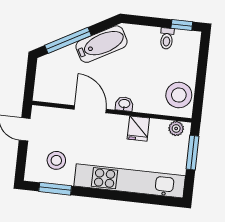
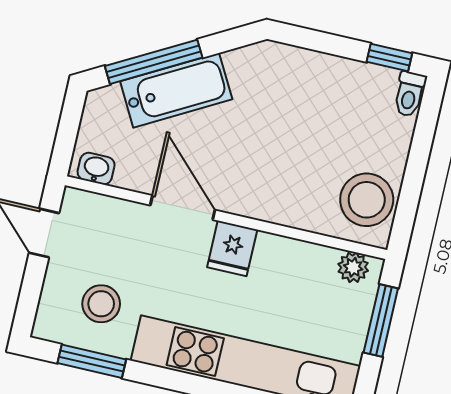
toilet: (167, 38) -> (409, 94), moved
bathtub: (102, 44) -> (176, 90), moved
washbasin: (124, 104) -> (96, 169), moved
fridge: (138, 129) -> (232, 248), moved

